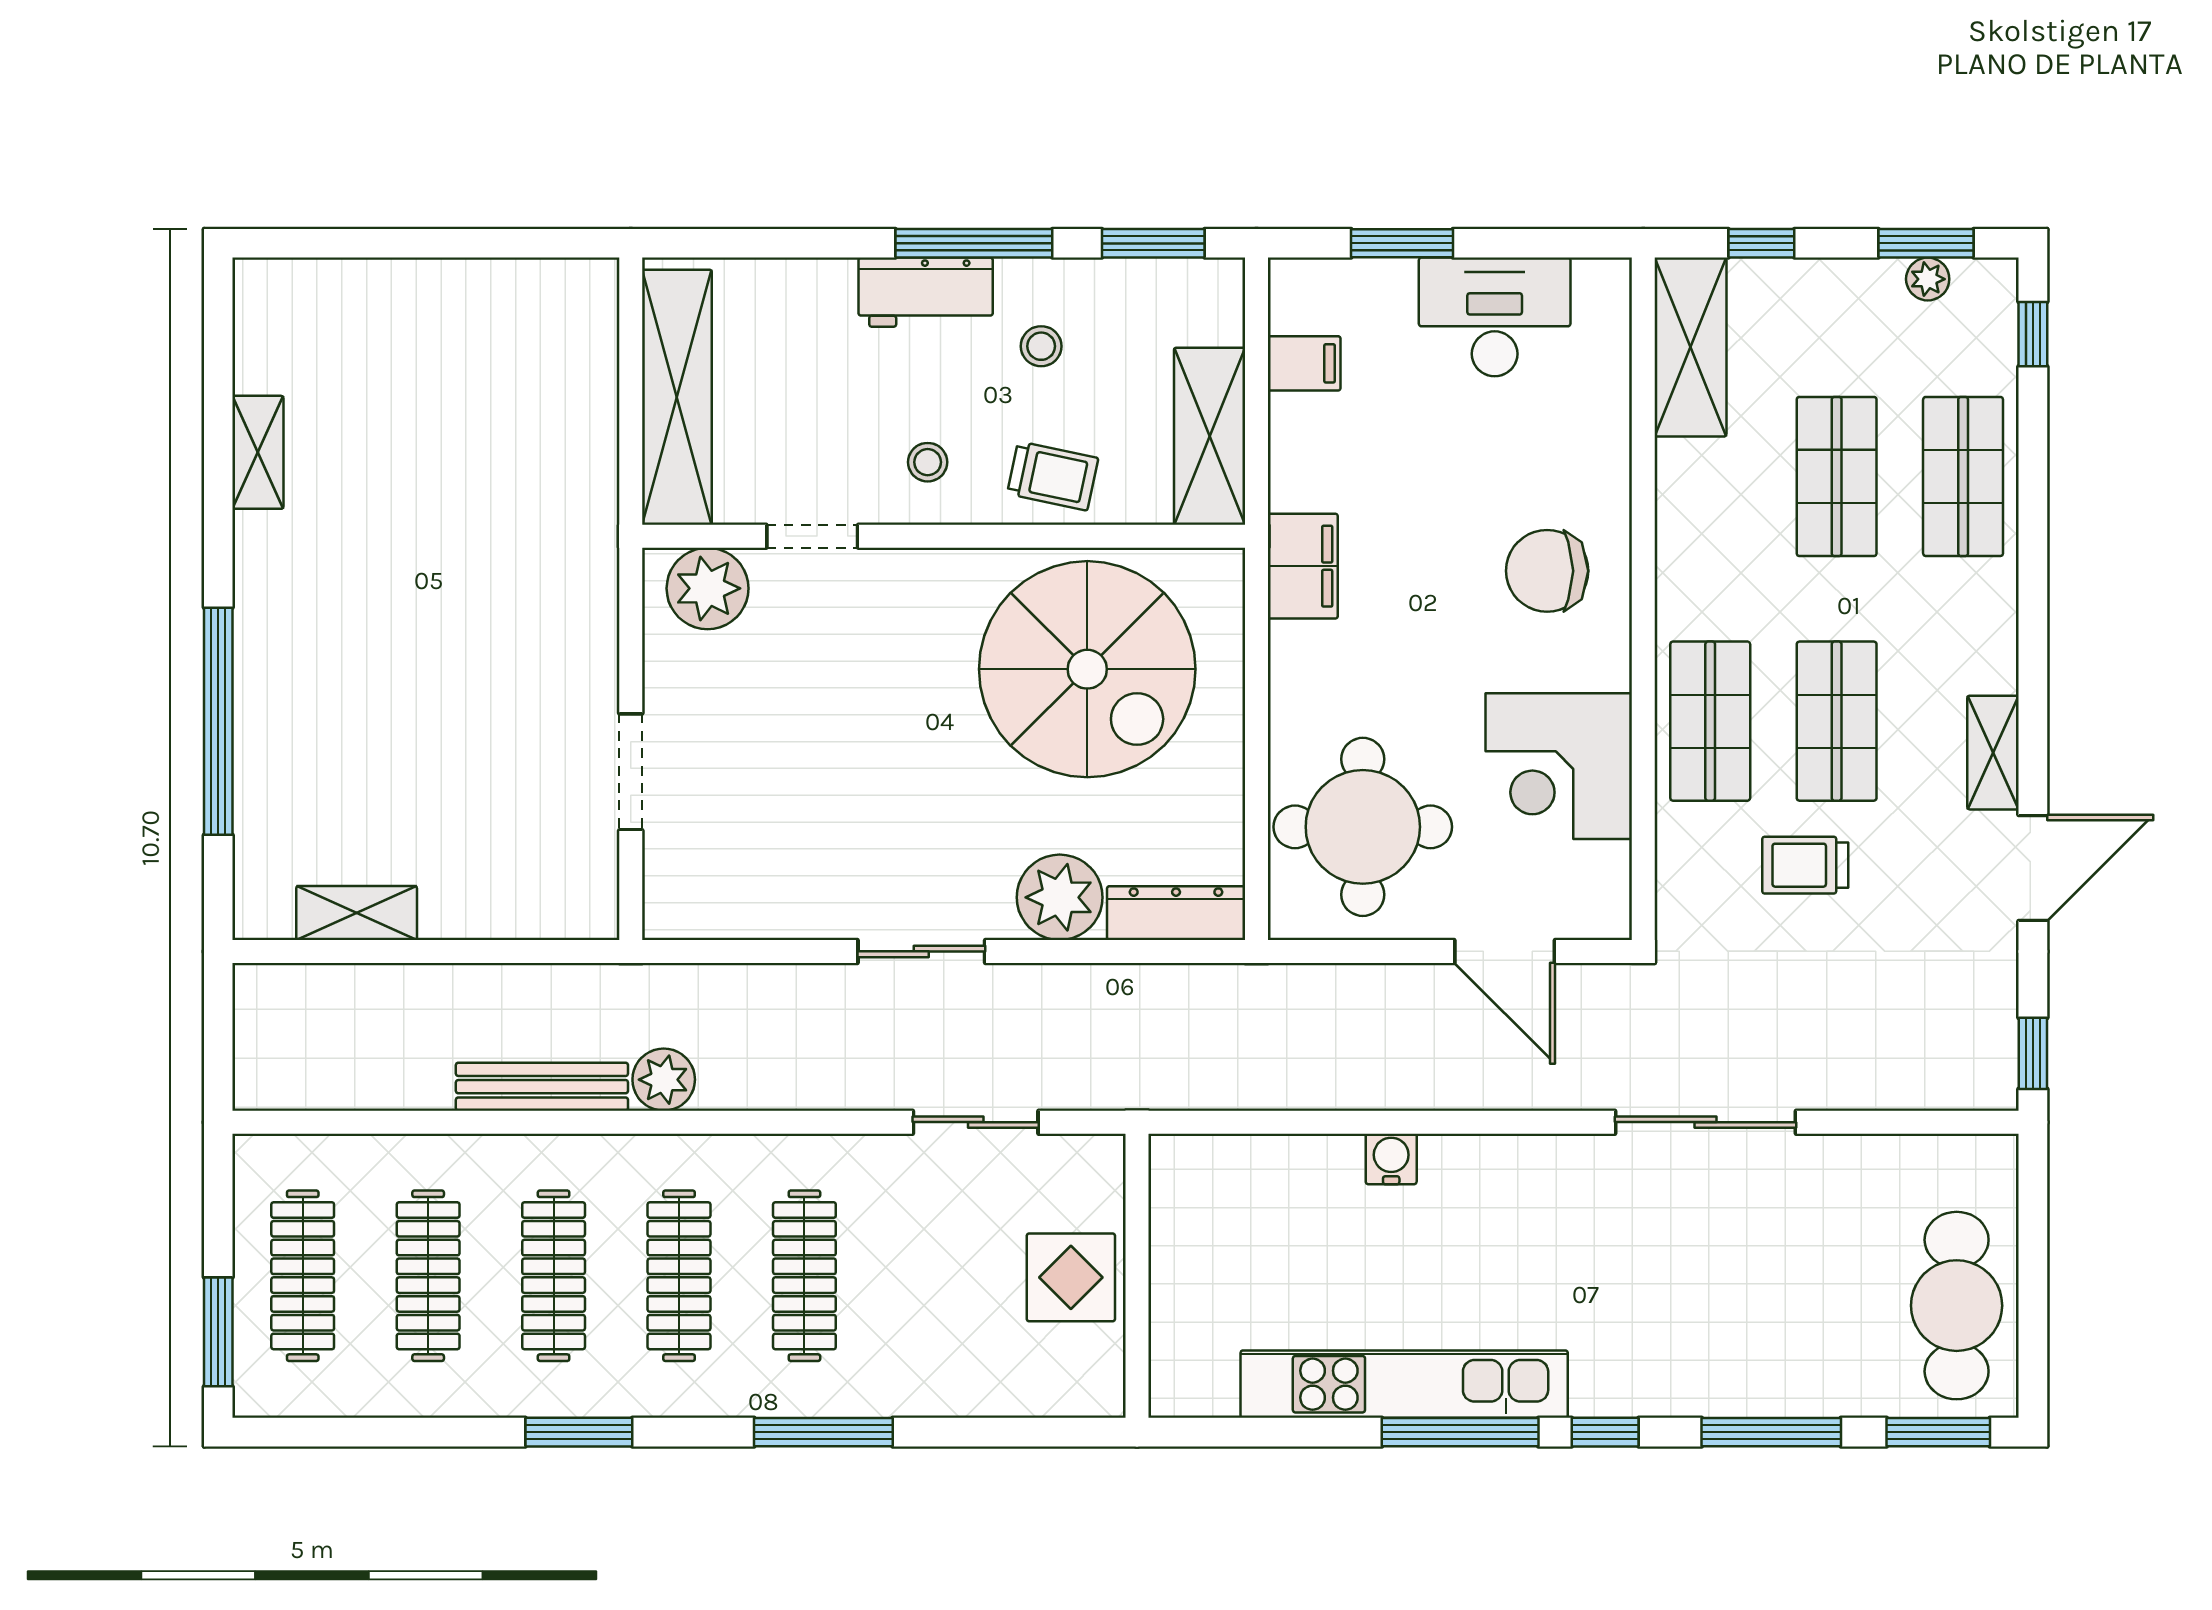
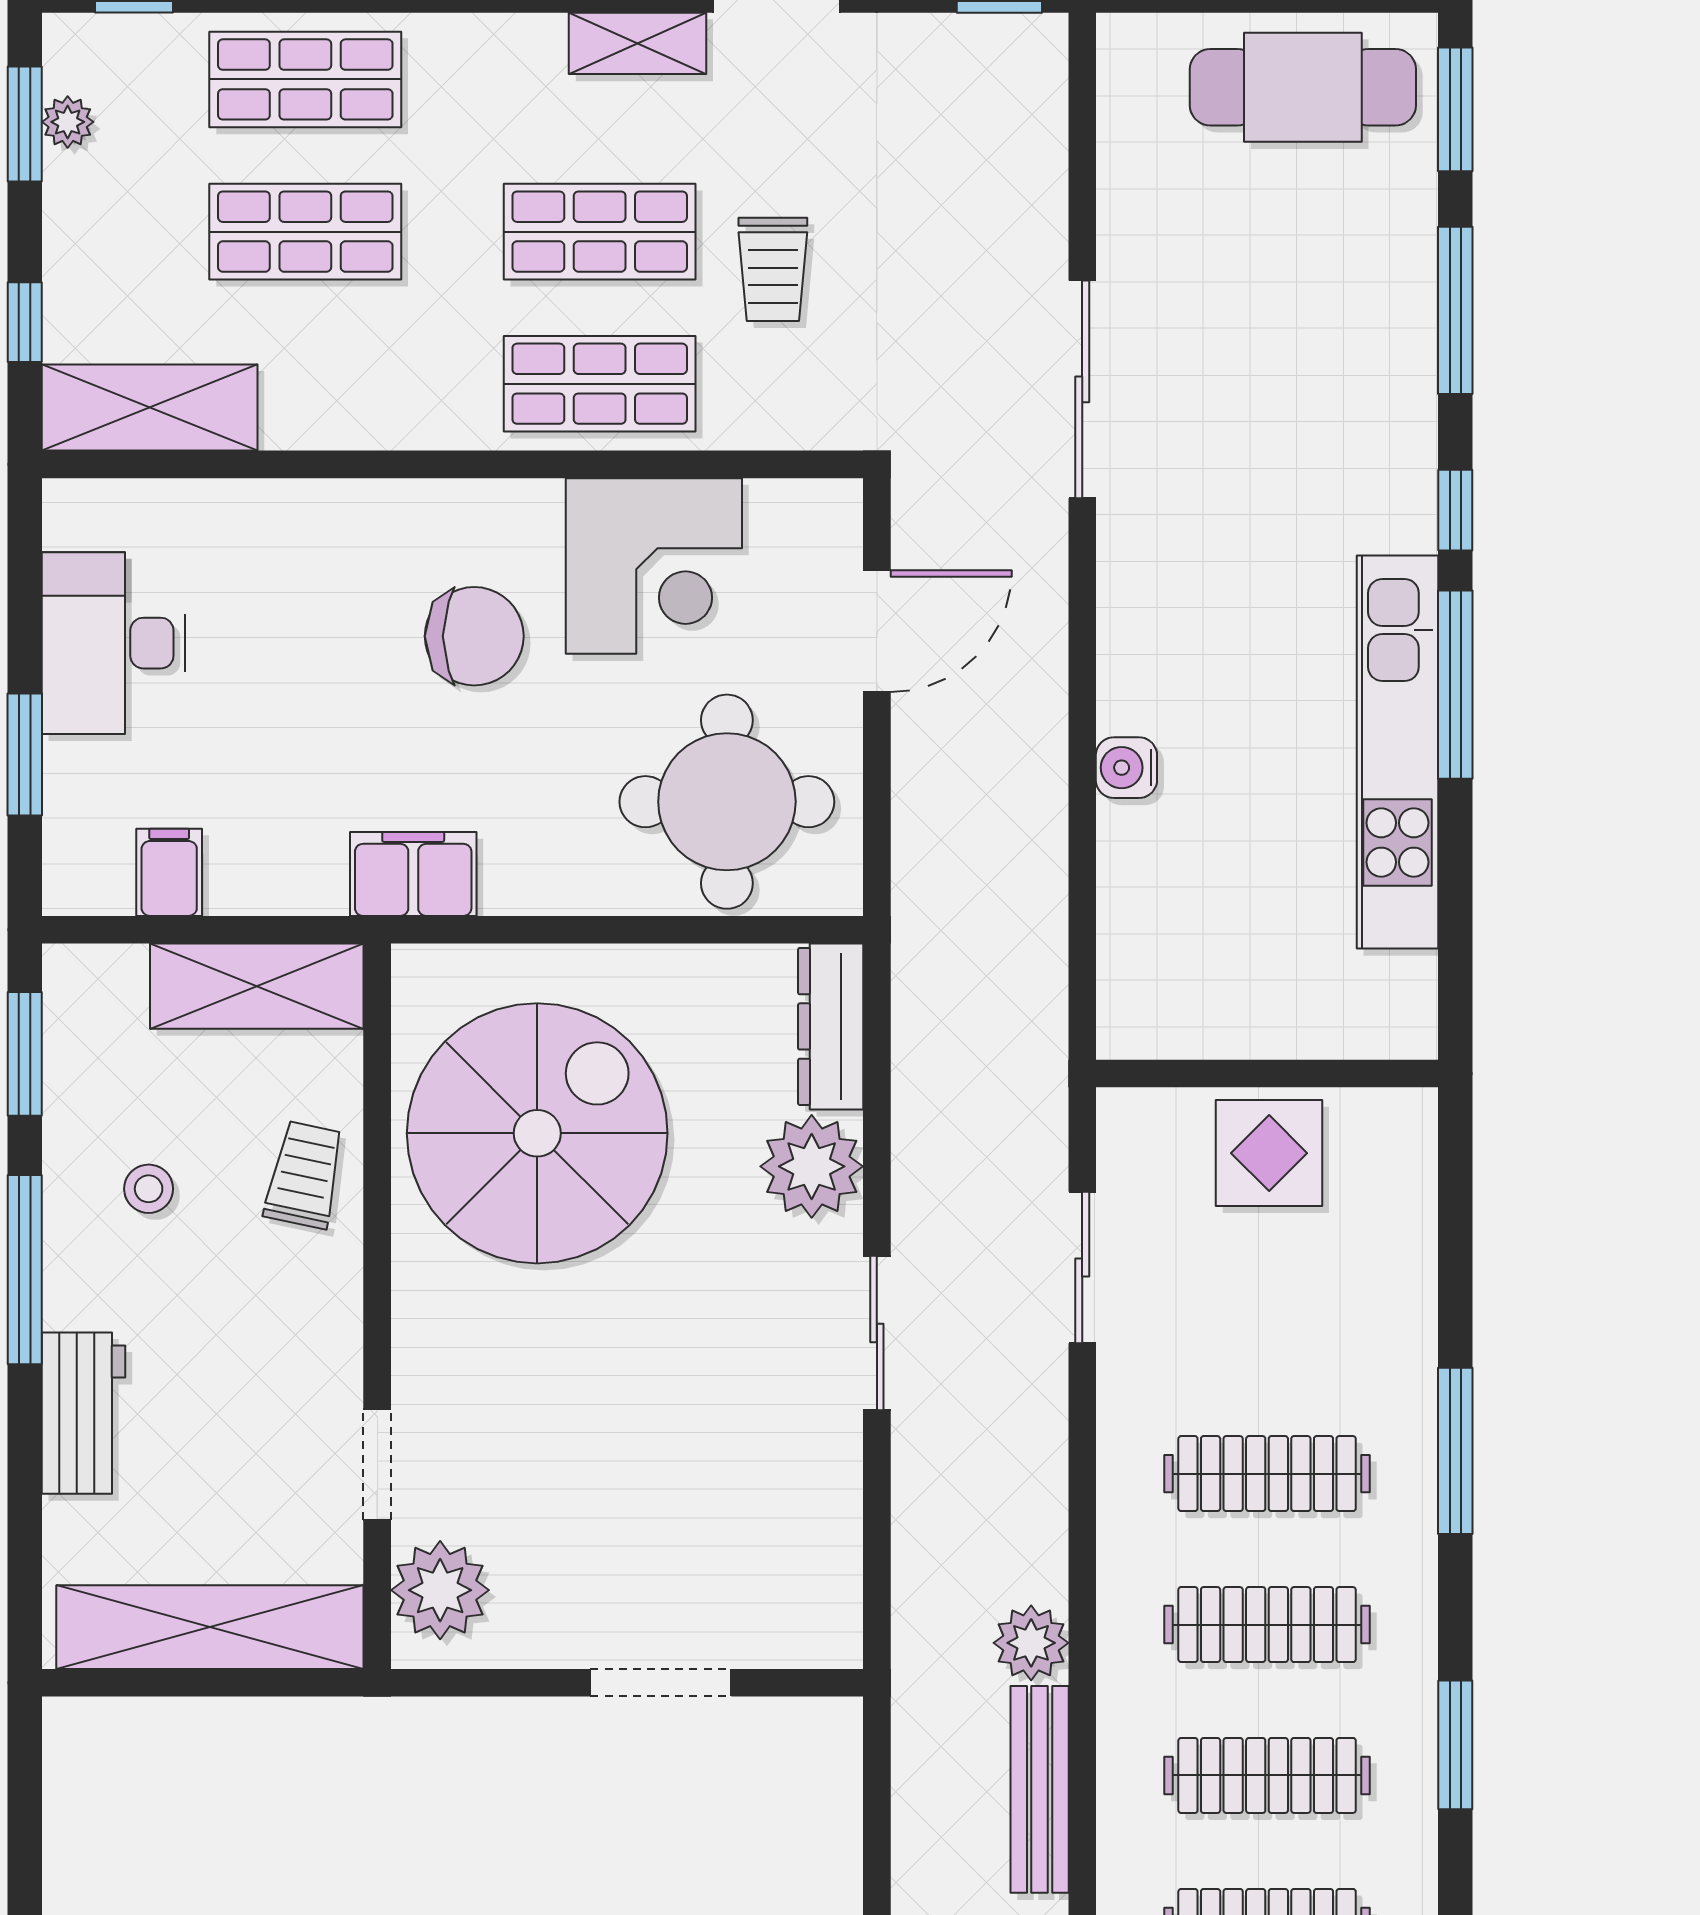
workbench: (926, 292) -> (83, 1413), moved
stool: (928, 462) -> (288, 1325), removed
chair: (1547, 571) -> (474, 636), moved, turned -90

